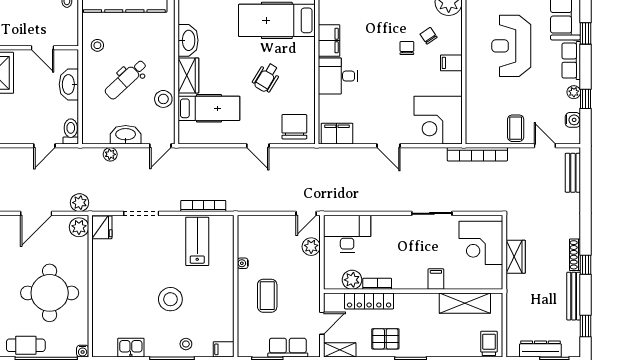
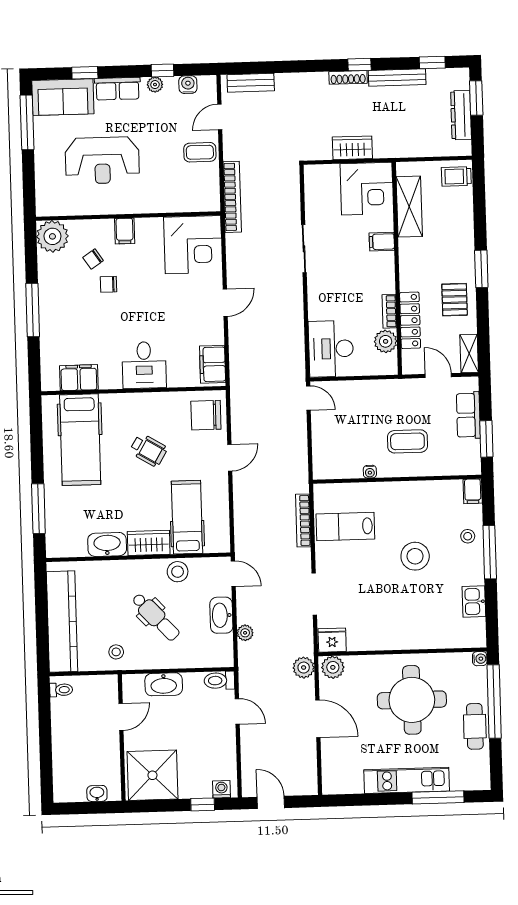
filing cabinet: (329, 41) -> (79, 378), moved
corner desk: (481, 243) -> (367, 189), moved
plant: (311, 247) -> (348, 391), removed

